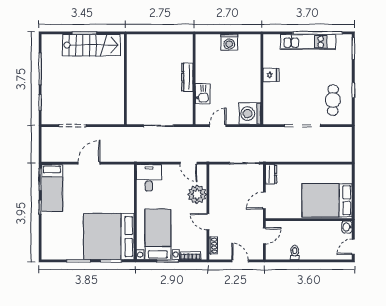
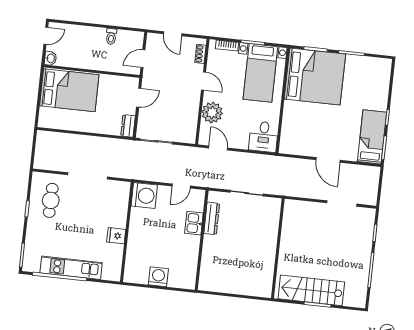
dresser: (187, 77) -> (212, 218), moved
door: (89, 163) -> (328, 160), hinge flipped

